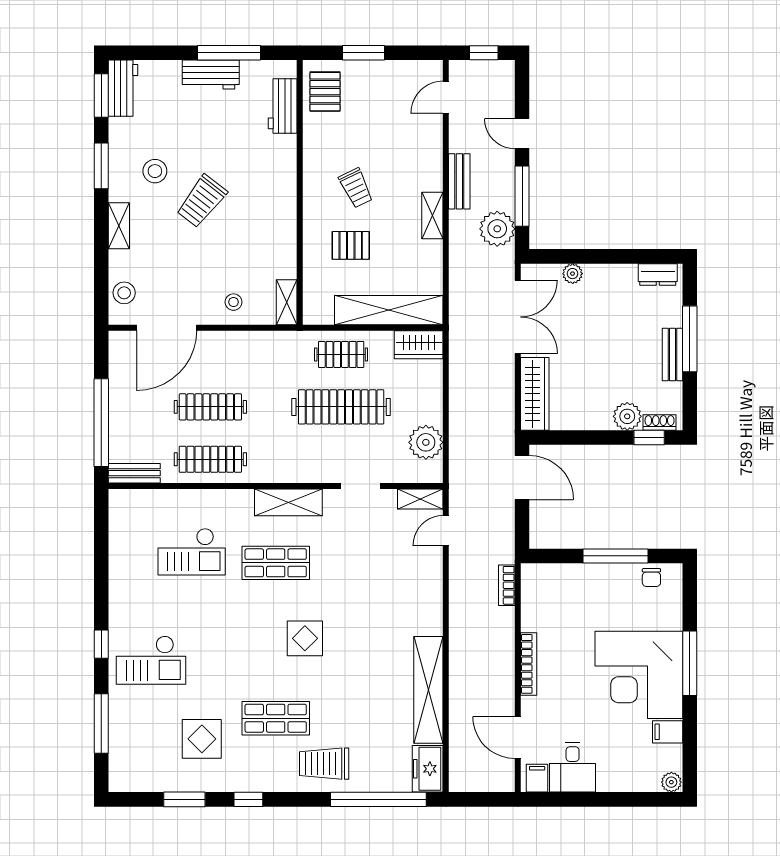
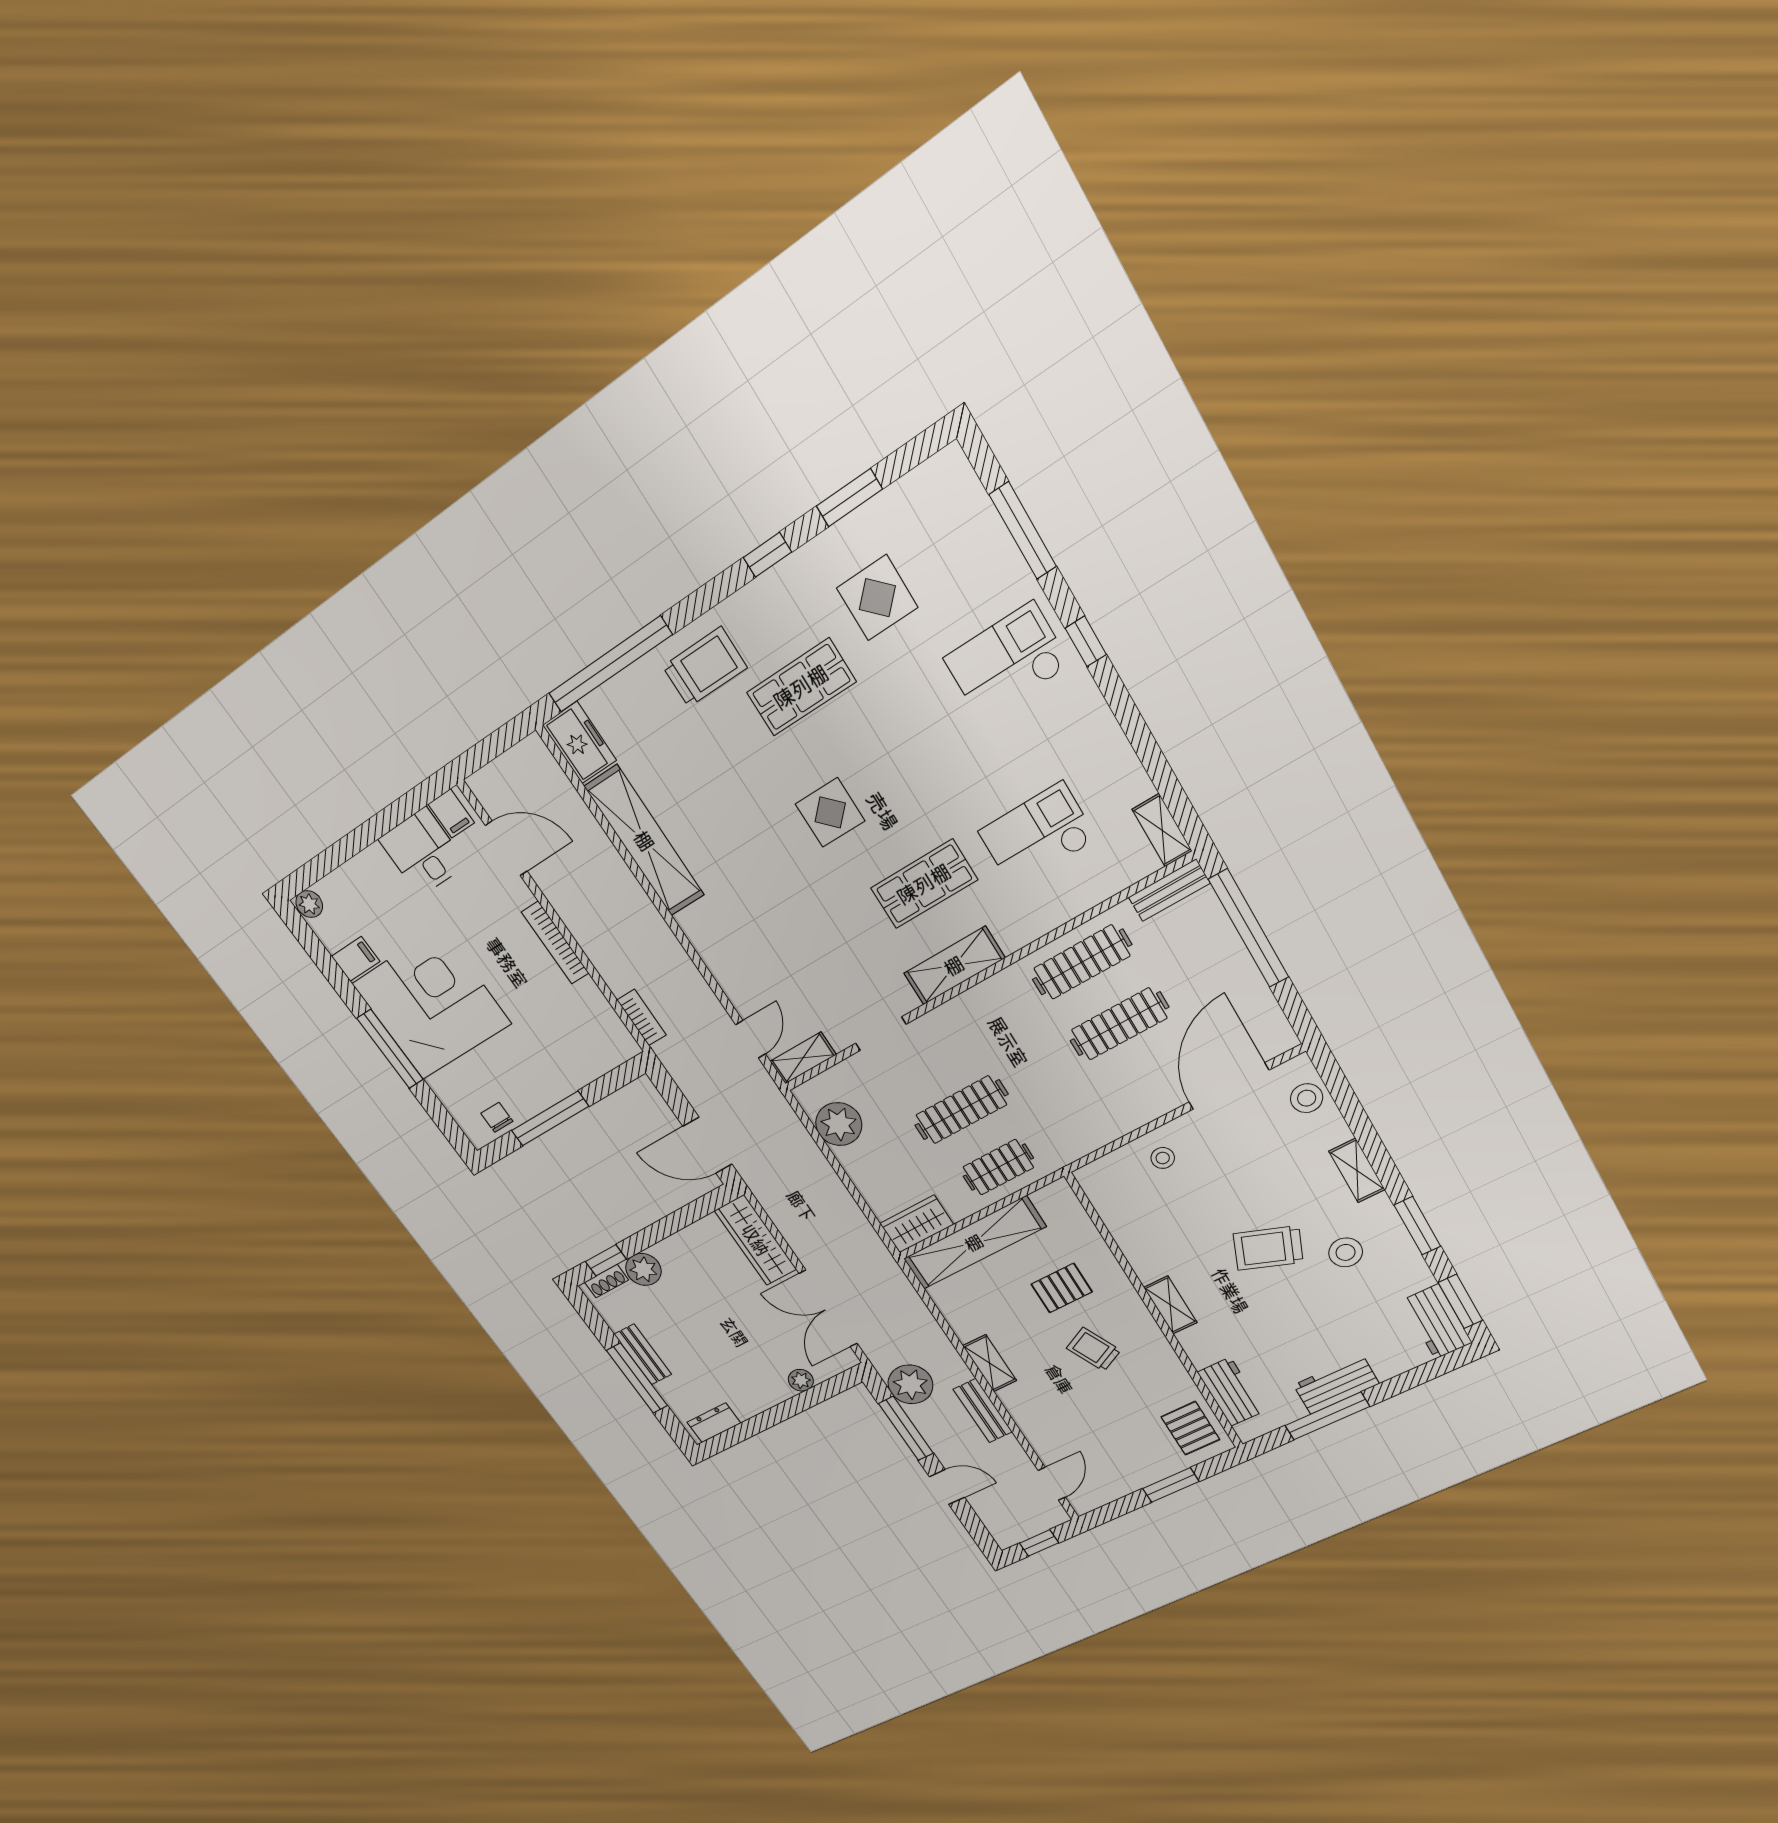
trolley: (202, 201) -> (1268, 1248), turned -107
shelving: (287, 302) -> (1170, 1305), moved
clothes rail: (341, 407) -> (961, 1110), width x0.73, depth x0.76
shelving: (119, 512) -> (1162, 830), added

